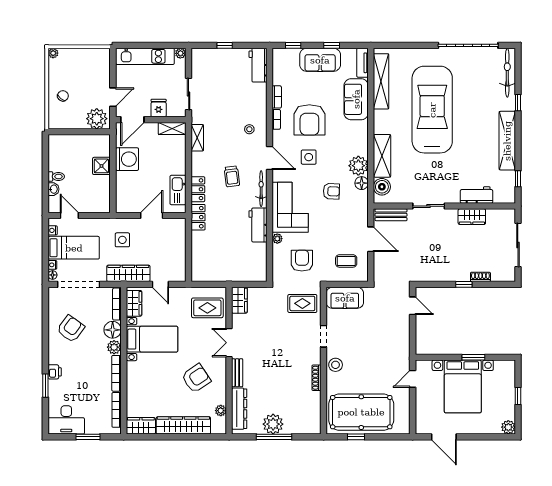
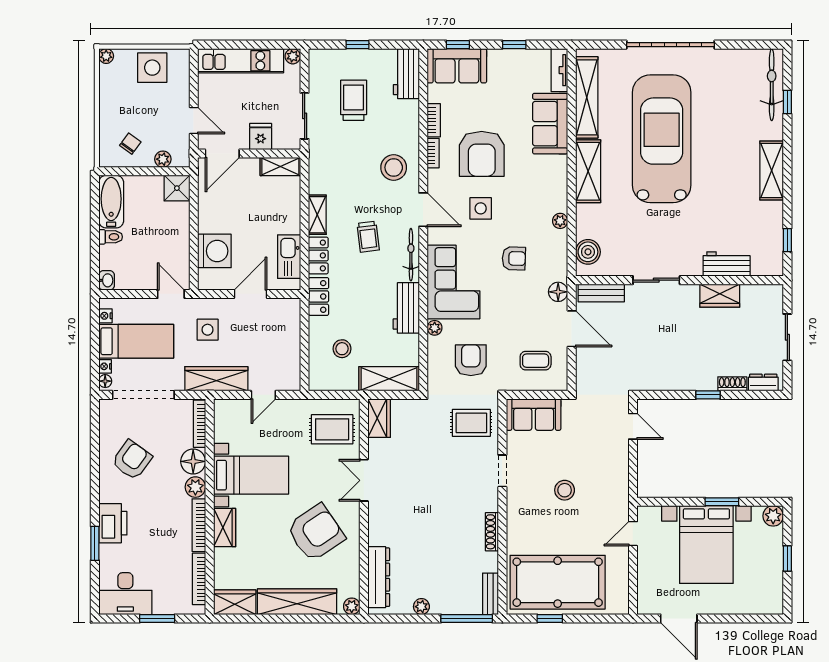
garage door: (468, 45) -> (671, 45), moved
sofa: (320, 60) -> (457, 66), moved
side table: (85, 61) -> (152, 68), added
trolley: (222, 83) -> (354, 100), added
chair: (63, 96) -> (130, 144), moved
door: (113, 97) -> (194, 120), hinge flipped
window: (518, 103) -> (787, 102), moved
plant: (97, 119) -> (163, 159), width x0.53, depth x0.53
stool: (249, 129) -> (394, 167), width x1.89, depth x1.89
shelving: (197, 138) -> (317, 215), moved
shelving: (507, 141) -> (772, 171), width x0.68
bathtub: (57, 152) -> (111, 202), added
shelving: (382, 156) -> (588, 171), moved
washing machine: (127, 159) -> (214, 251), moved
shower: (101, 166) -> (177, 188), moved
plant: (358, 166) -> (560, 221), width x0.53, depth x0.53
floor lamp: (362, 183) -> (558, 292), moved
washbasin: (53, 189) -> (107, 280), moved
door: (69, 215) -> (171, 294), moved
sliding door: (518, 245) -> (787, 337), width x0.73
stool: (214, 253) -> (342, 349), added
shelving: (246, 273) -> (389, 379), added
dresser: (502, 276) -> (763, 383), added
door: (160, 284) -> (263, 395), hinge flipped
wardrobe: (134, 303) -> (225, 528), moved
stool: (336, 365) -> (565, 490), moved
printer: (55, 372) -> (113, 523), width x1.87, depth x1.48
bench: (237, 373) -> (491, 594), moved
armchair: (196, 378) -> (316, 533), width x1.36, depth x1.36
plant: (221, 411) -> (352, 606), moved
plant: (273, 424) -> (421, 607), width x0.53, depth x0.53
plant: (508, 427) -> (773, 516), moved
window: (274, 437) -> (467, 618), moved

